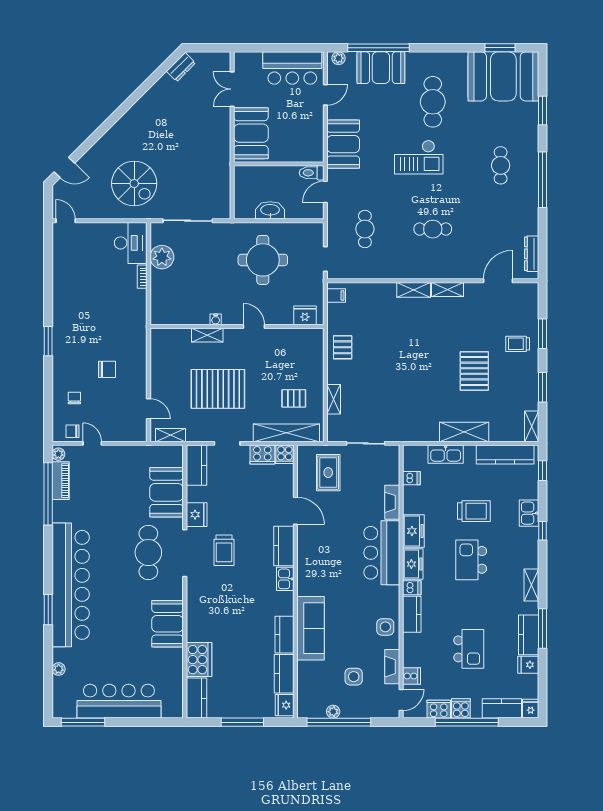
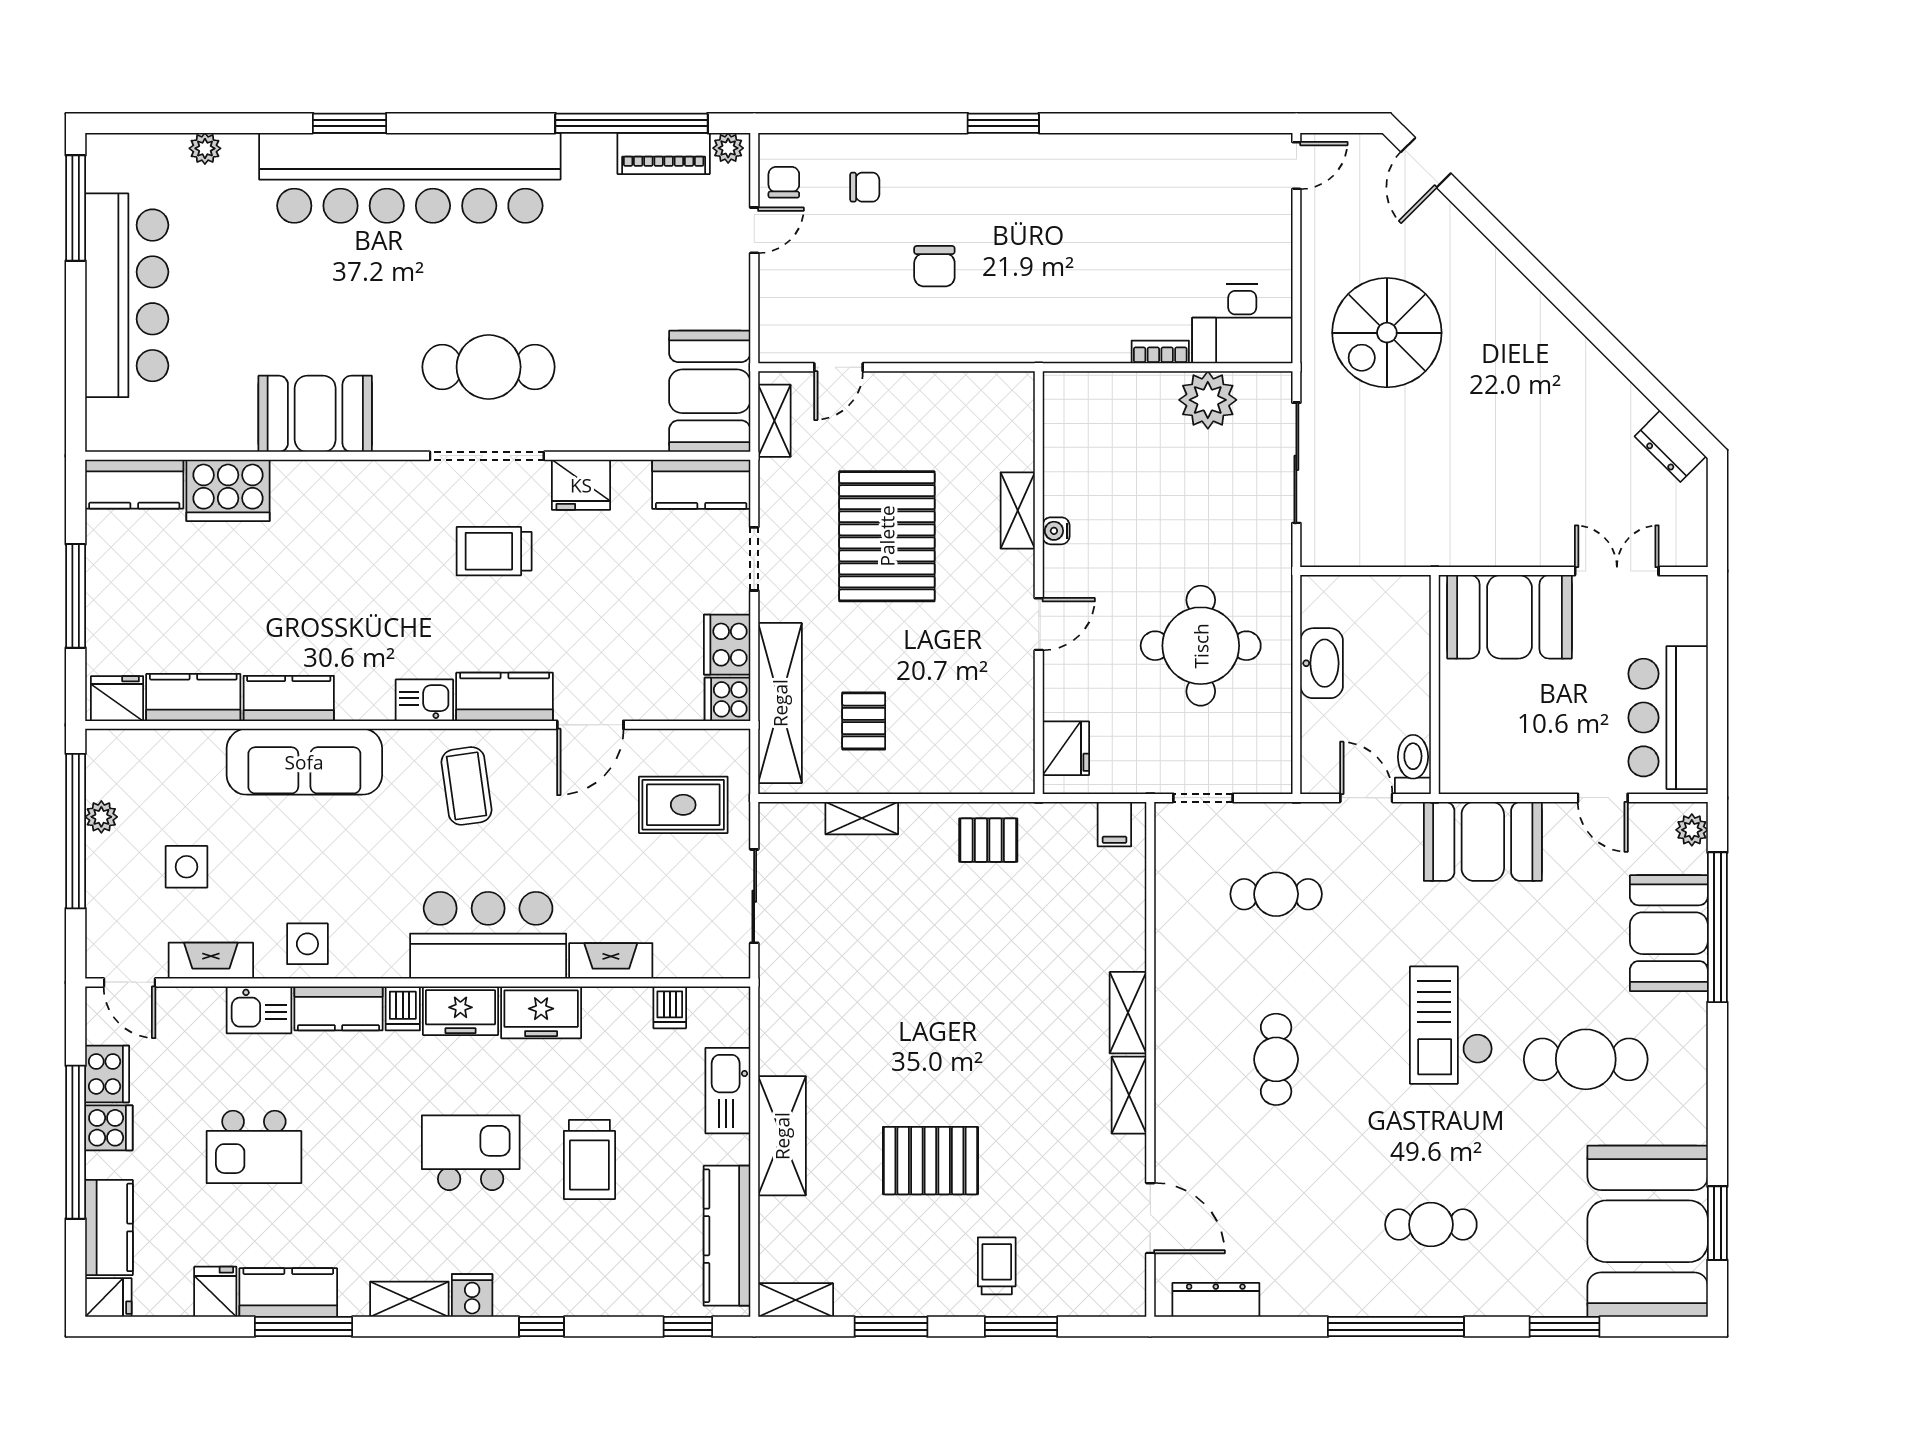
booth: (166, 492) -> (710, 391), moved, turned 90
kitchen sink: (529, 513) -> (259, 1010), moved, turned 180
coffee table: (320, 562) -> (467, 786), added
cooker: (412, 676) -> (472, 1295), moved, turned 180

